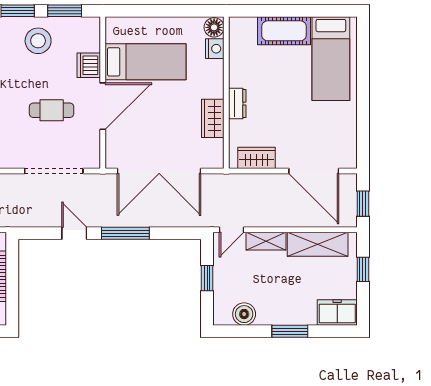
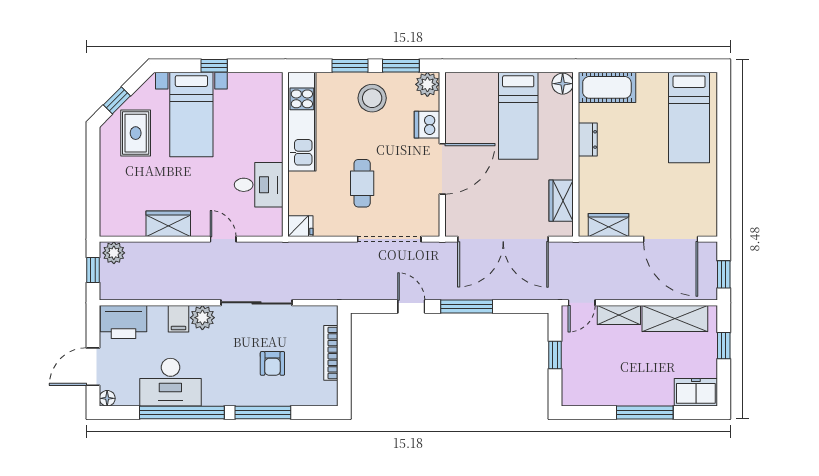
plant: (89, 28) -> (427, 84), added
cot: (284, 31) -> (607, 87), moved
nightstand: (215, 49) -> (563, 107), removed
bed: (145, 62) -> (518, 116), moved, turned 90
dresser: (237, 104) -> (588, 139), moved
cafe table: (52, 110) -> (362, 183), moved, turned 90
wardrobe: (213, 118) -> (561, 201), moved
boiler: (244, 314) -> (595, 394), removed
window: (290, 331) -> (645, 413), width x1.44

